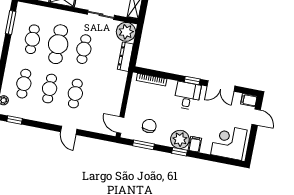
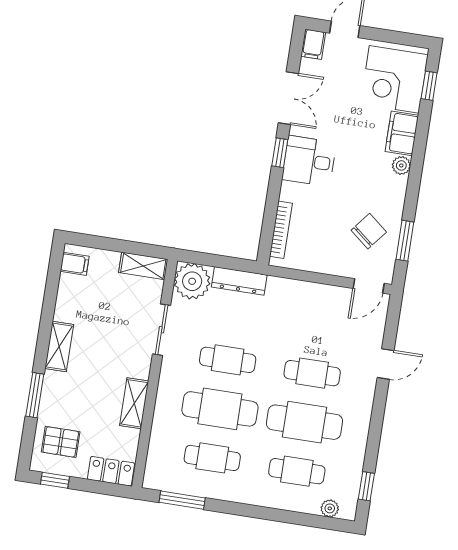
cafe table: (50, 89) -> (304, 422), width x1.37, depth x1.35
chair: (149, 126) -> (369, 231), turned 128
door: (69, 130) -> (386, 364), moved
plant: (180, 139) -> (401, 165), width x0.53, depth x0.53
filing cabinet: (195, 144) -> (402, 133), width x2.00
window: (179, 152) -> (429, 86), moved

